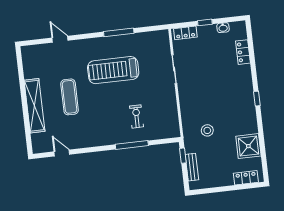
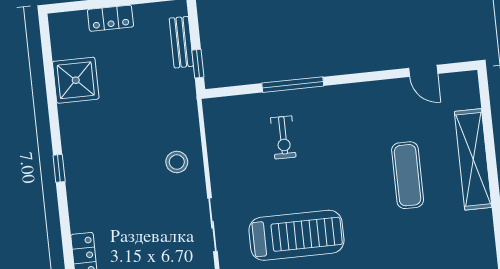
treadmill: (113, 70) -> (296, 235), moved
stool: (207, 130) -> (177, 162), moved
locker: (246, 178) -> (110, 18), moved

